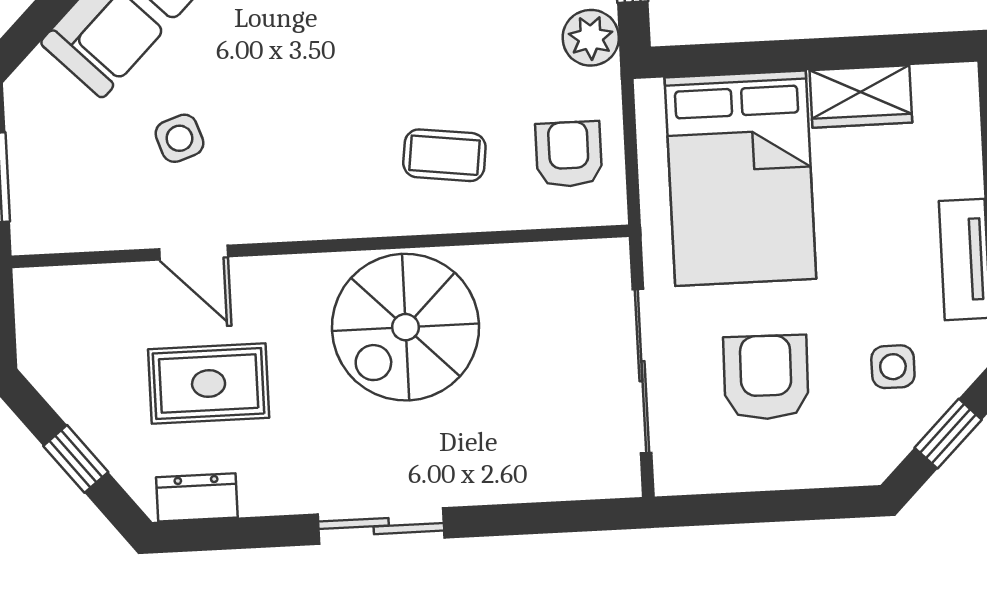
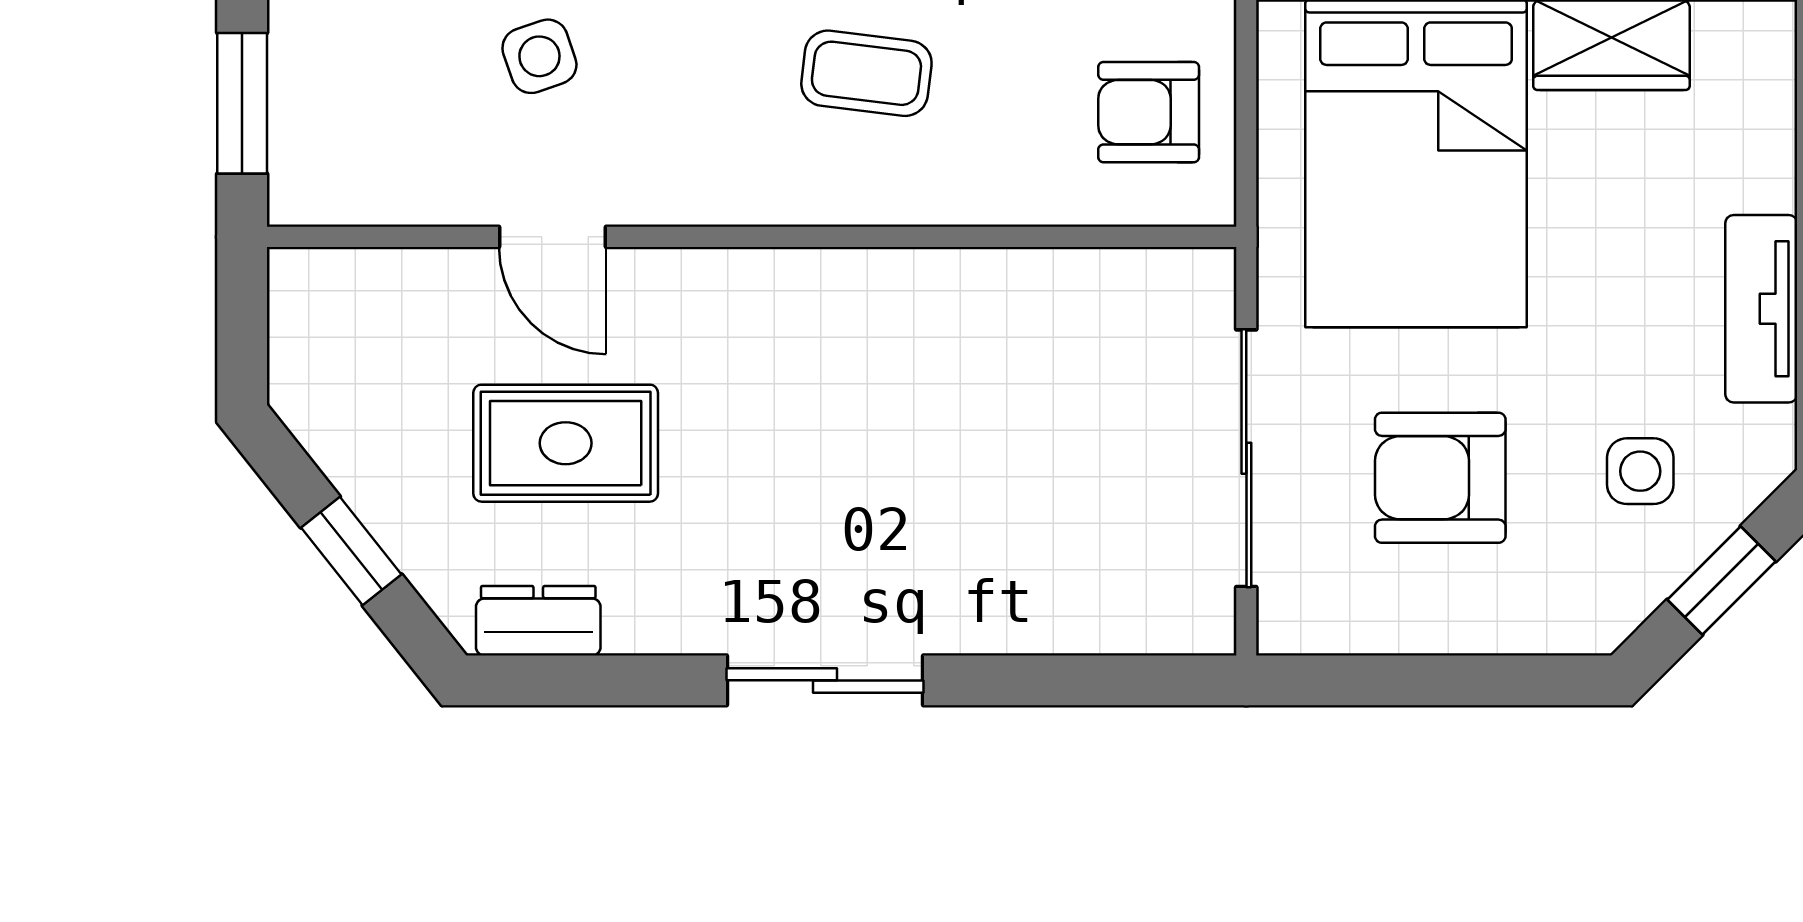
armchair: (569, 154) -> (1149, 112), turned -90
coffee table: (444, 155) -> (866, 73), moved
spiral stairs: (406, 327) -> (879, 370), removed
armchair: (766, 377) -> (1440, 478), turned -91

